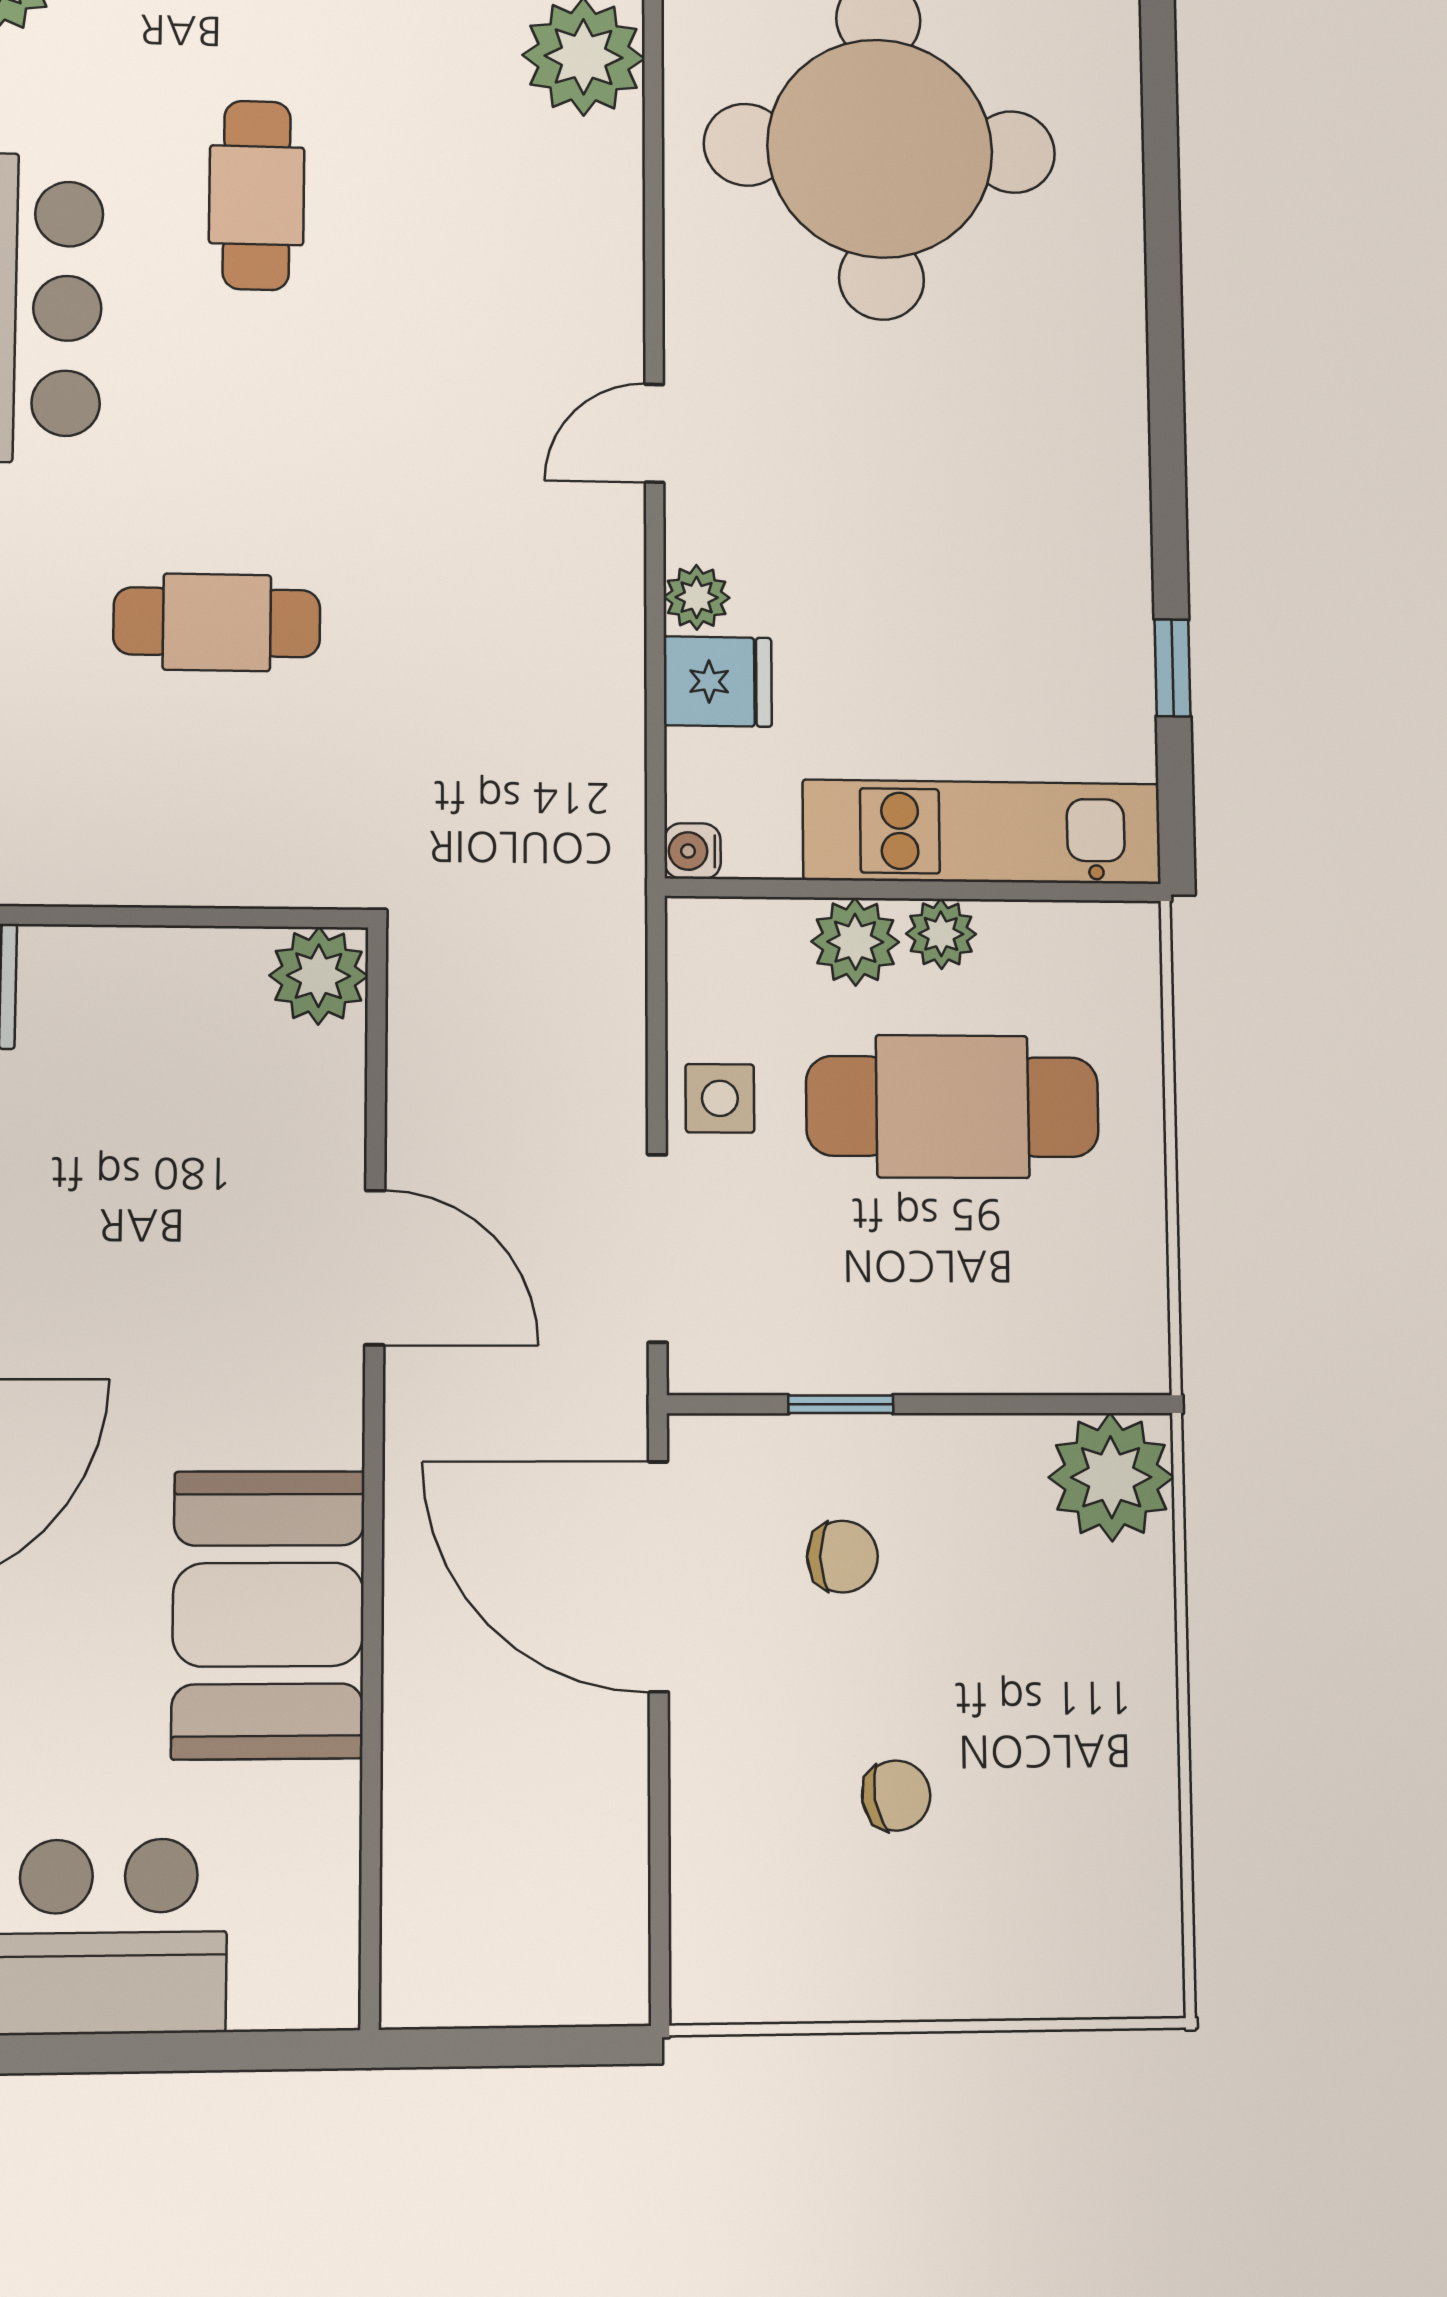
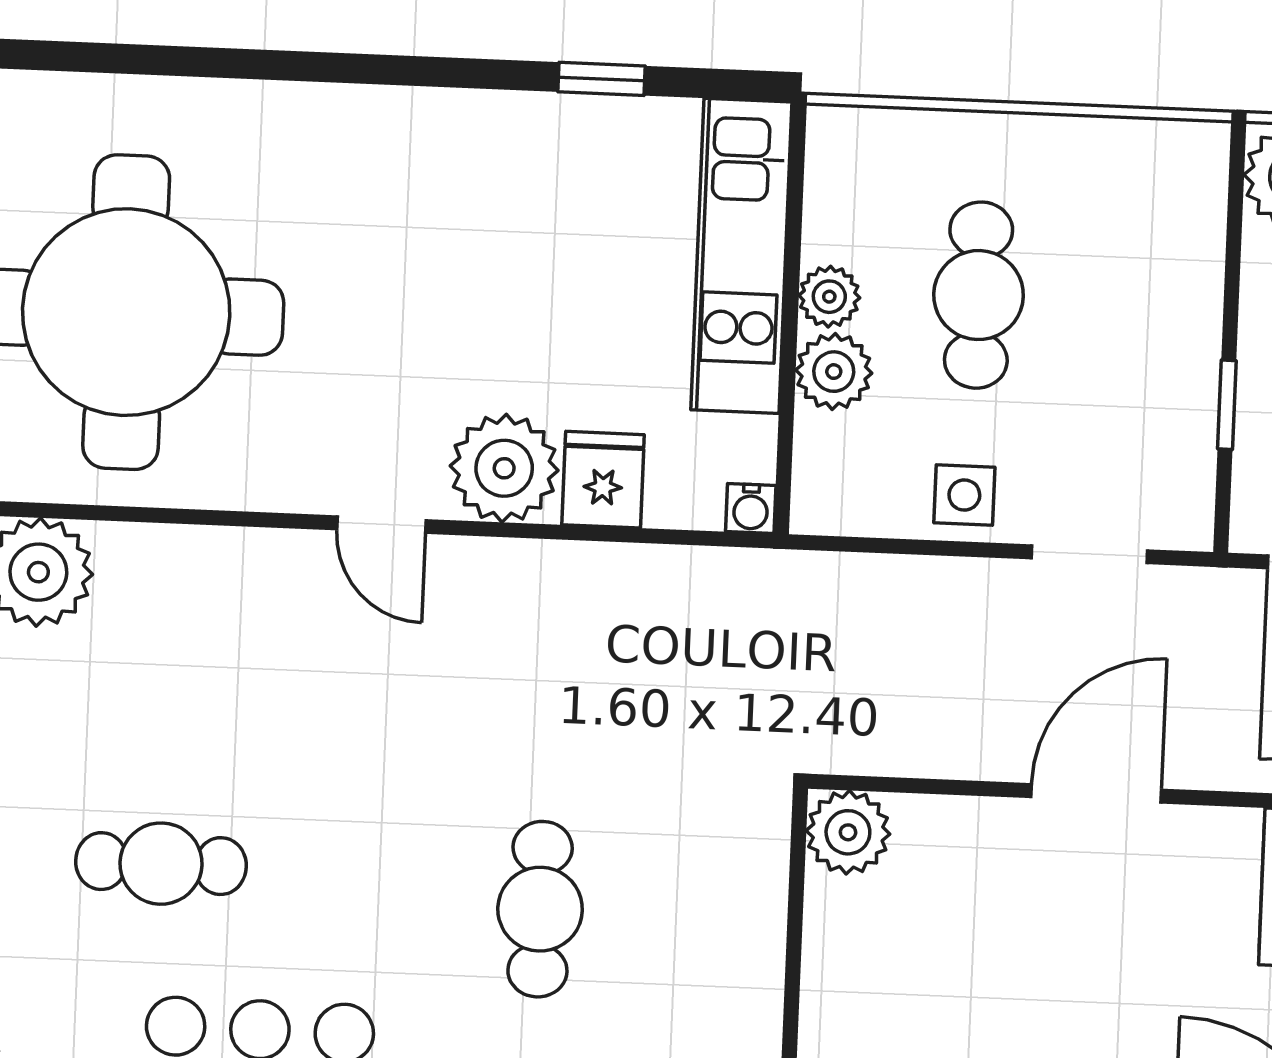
plant: (697, 597) -> (504, 468), width x1.88, depth x1.88
cafe table: (952, 1106) -> (979, 295), width x0.73, depth x0.74
doorway: (657, 1248) -> (1089, 554), width x0.73

